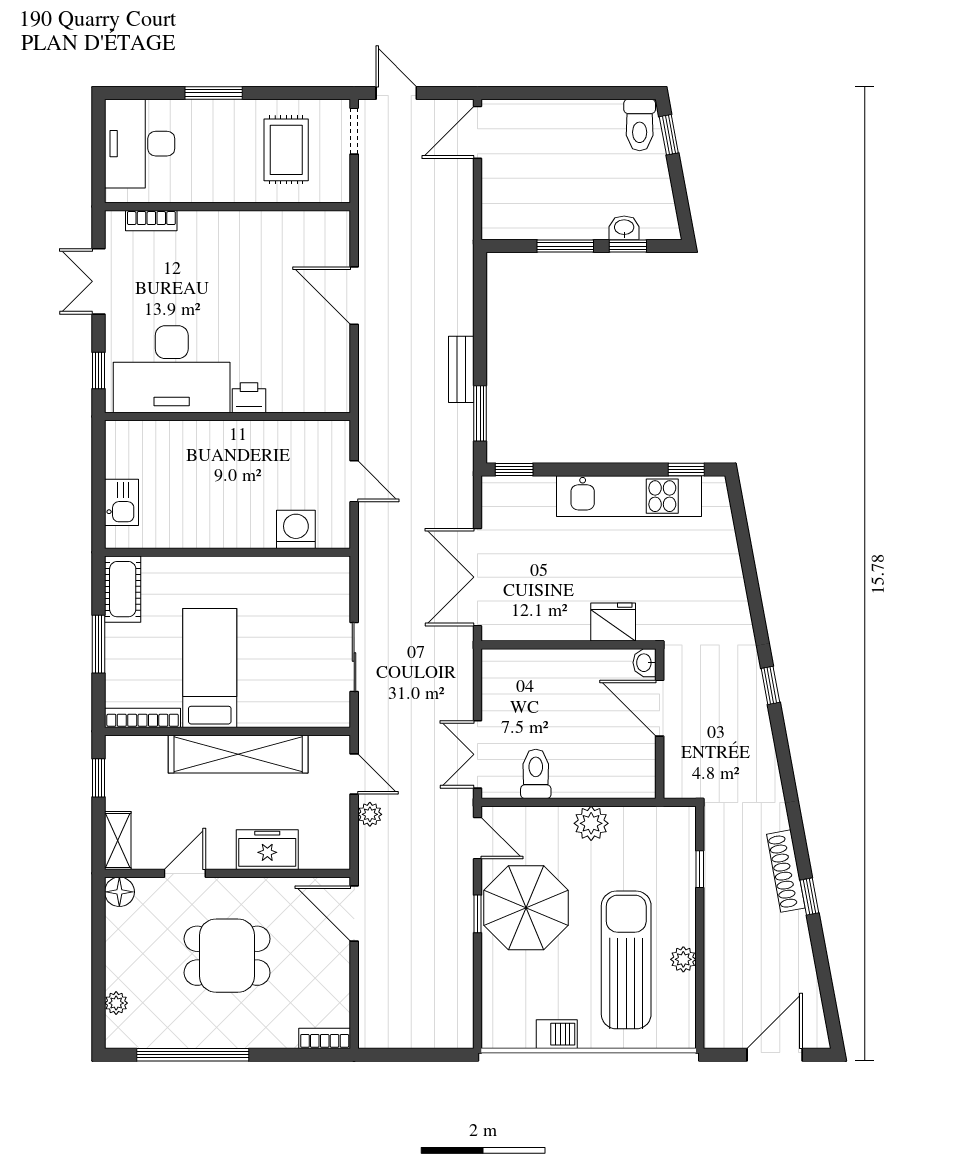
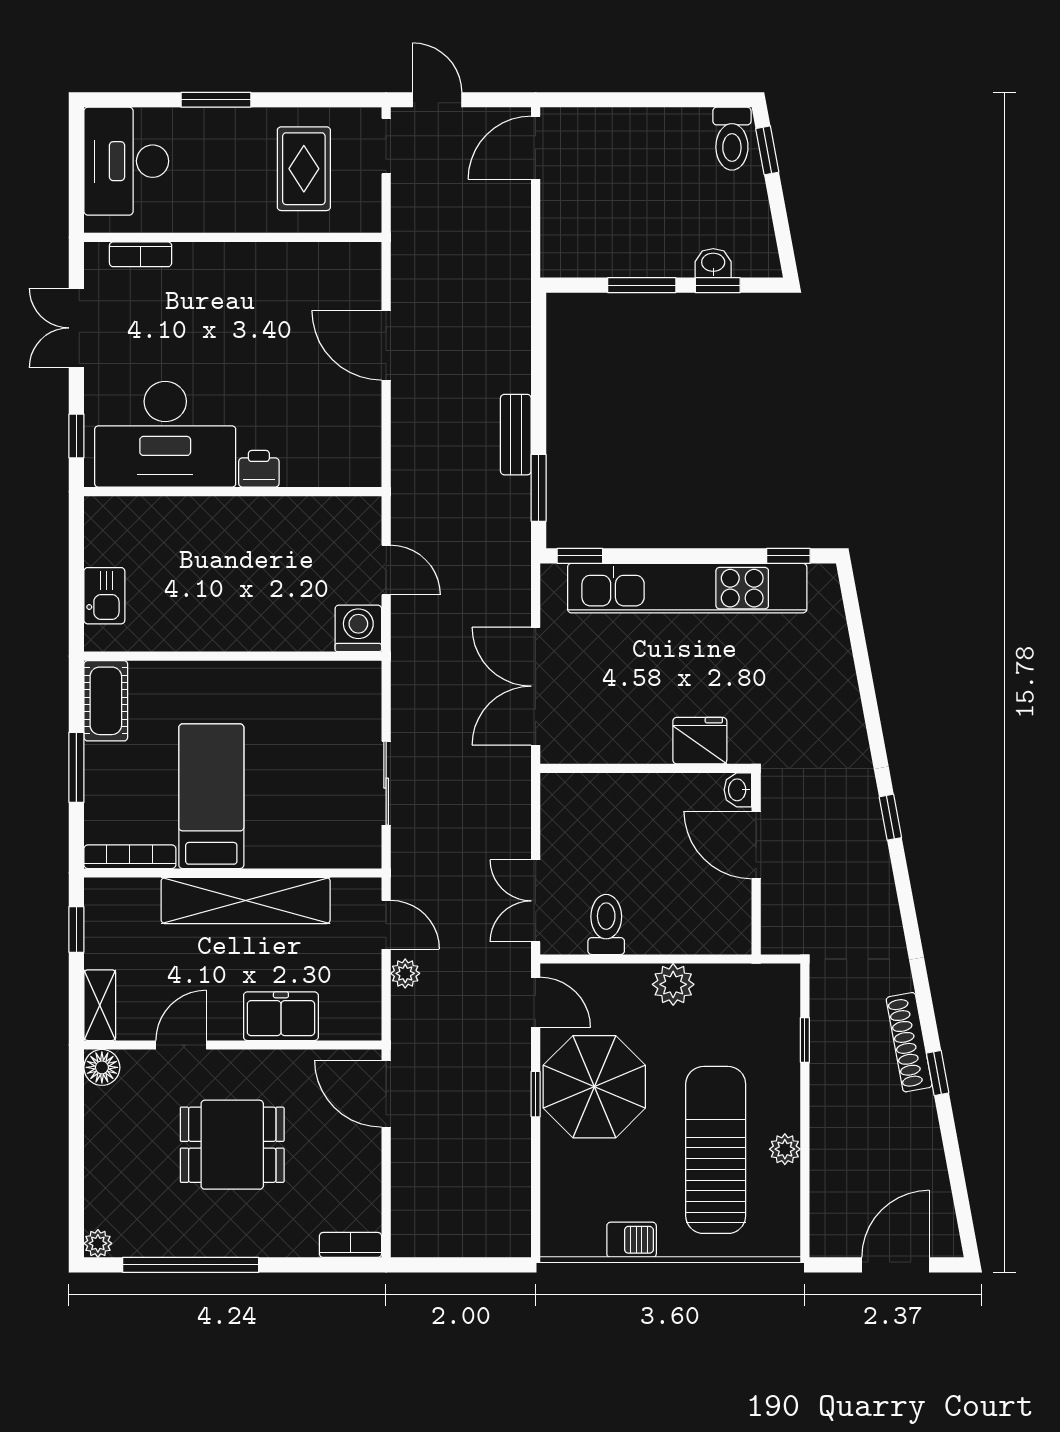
kitchen unit: (629, 496) -> (687, 588), width x1.36
washing machine: (296, 529) -> (358, 628), moved
plant: (116, 1003) -> (98, 1243), moved

